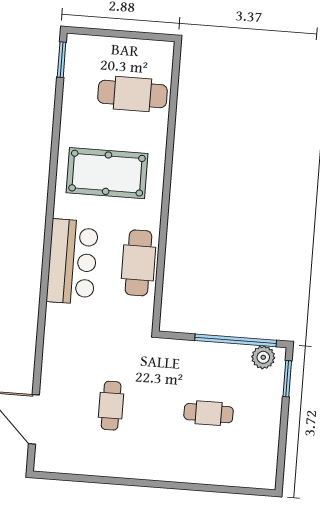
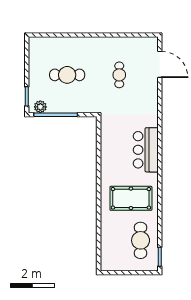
cafe table: (132, 94) -> (141, 240), moved, turned 90
cafe table: (138, 263) -> (111, 152), removed
cafe table: (209, 413) -> (67, 75), width x1.37, depth x1.35

